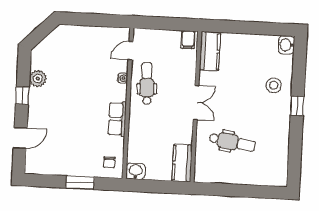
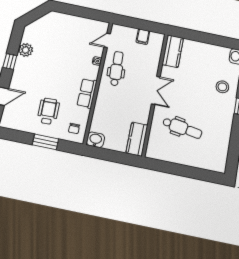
filing cabinet: (188, 40) -> (143, 37), moved
wheelchair: (77, 147) -> (48, 111), added

